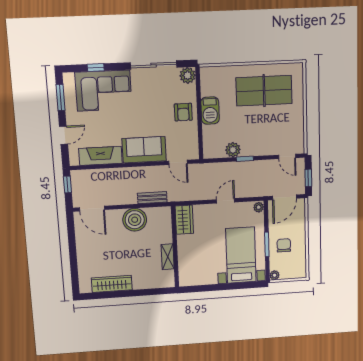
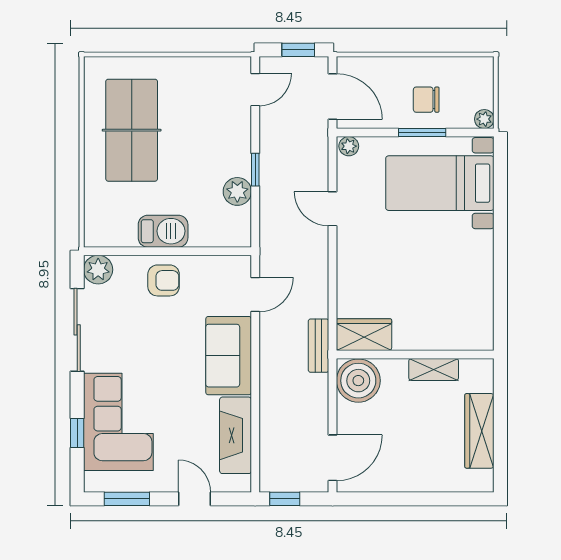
wardrobe: (184, 220) -> (364, 335), moved
wall: (175, 247) -> (415, 354), moved
shelving: (168, 257) -> (434, 369), moved

